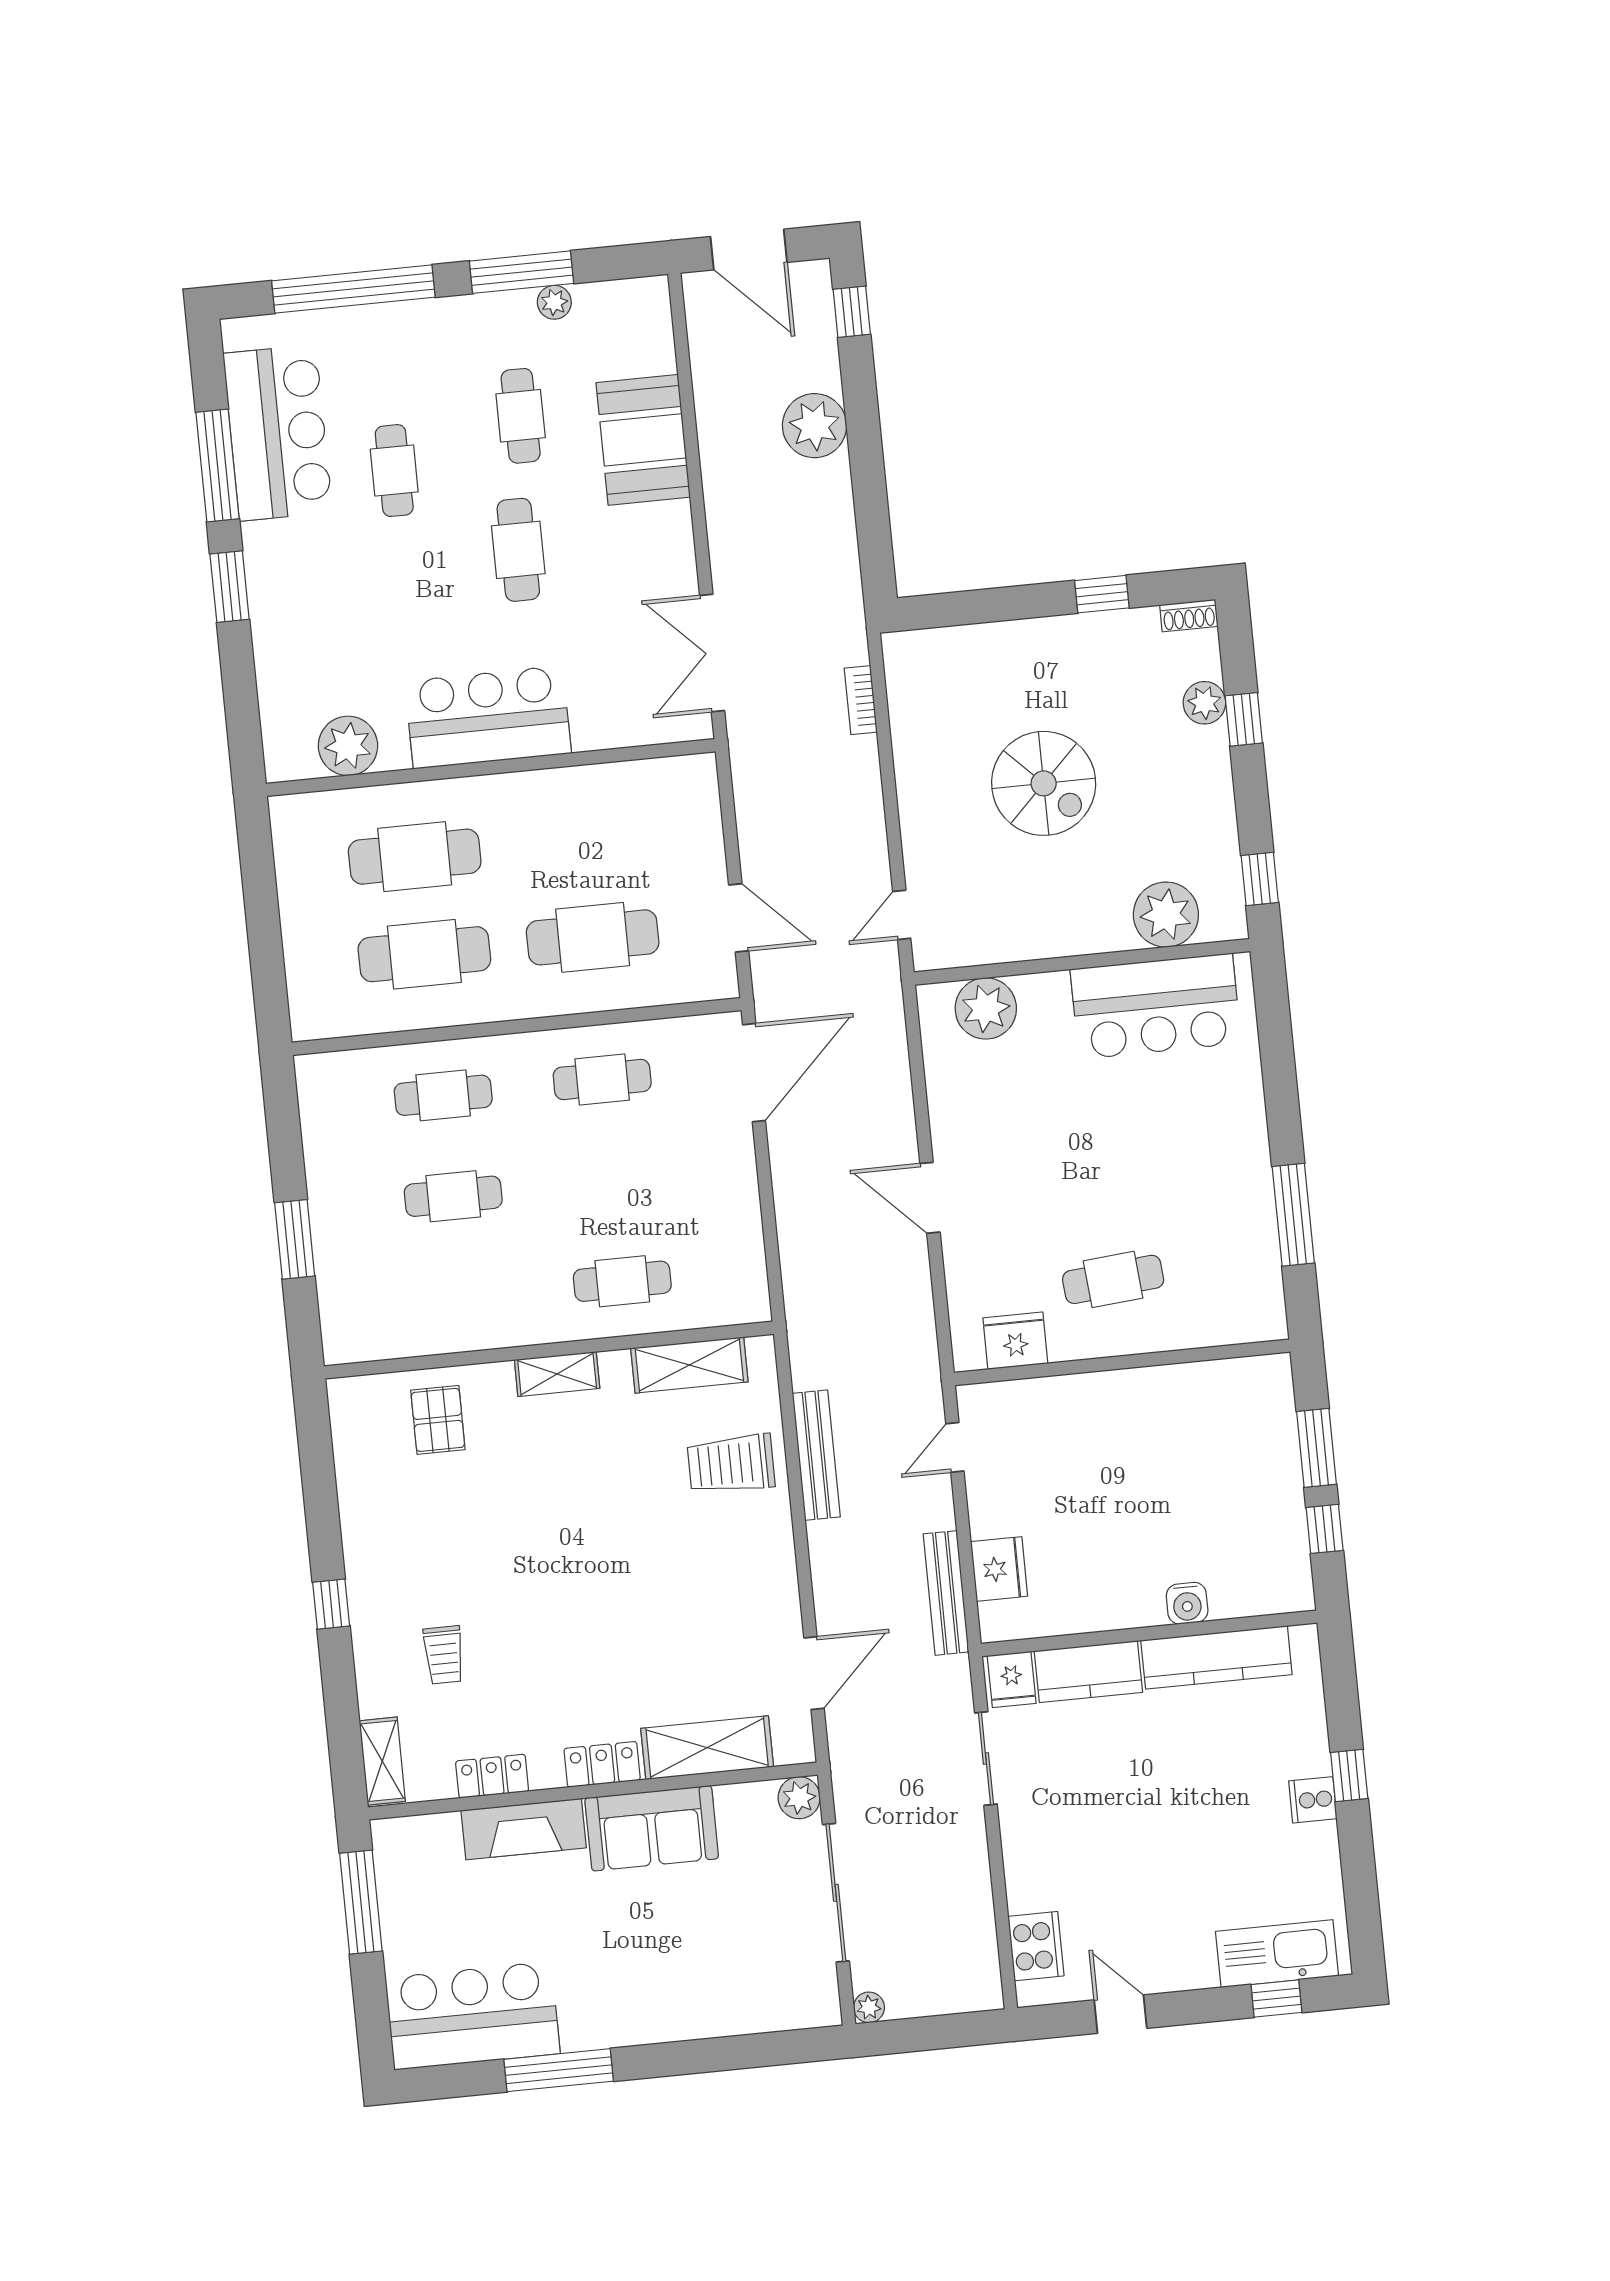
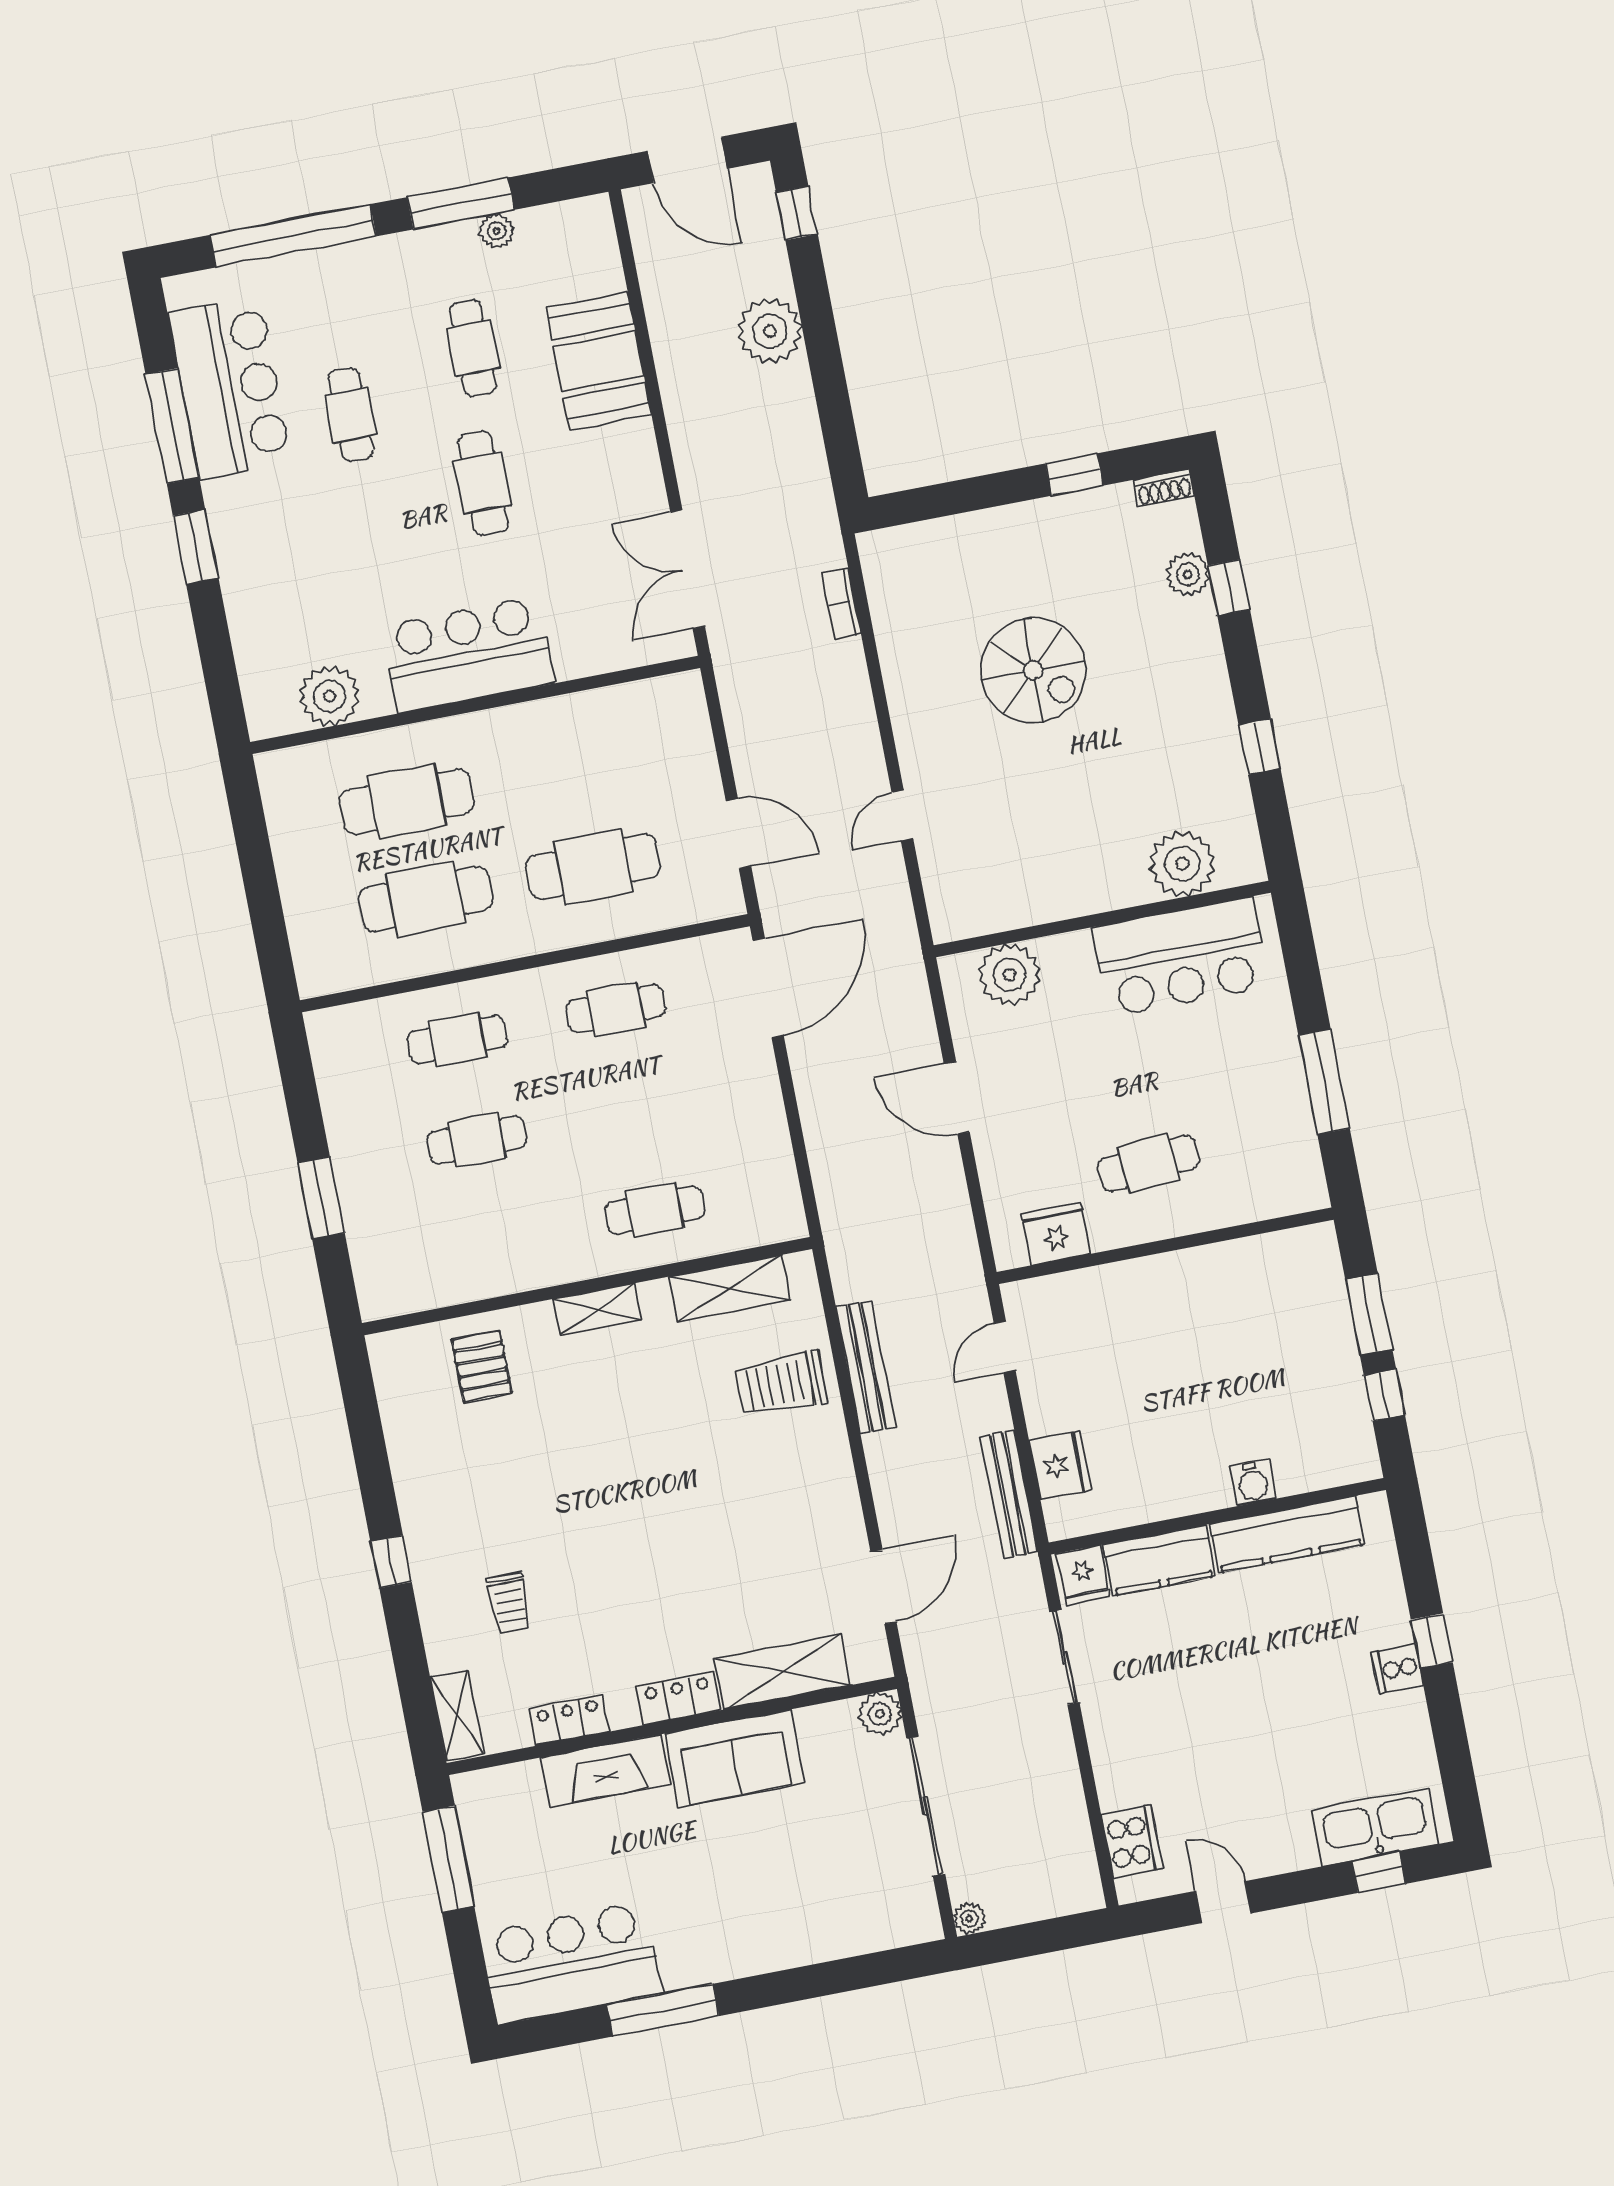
plant: (1166, 915) -> (1182, 864), moved
wall: (1082, 962) -> (1102, 919), moved
bar counter: (1156, 1006) -> (1180, 957), moved
plant: (986, 1008) -> (1010, 975), moved

